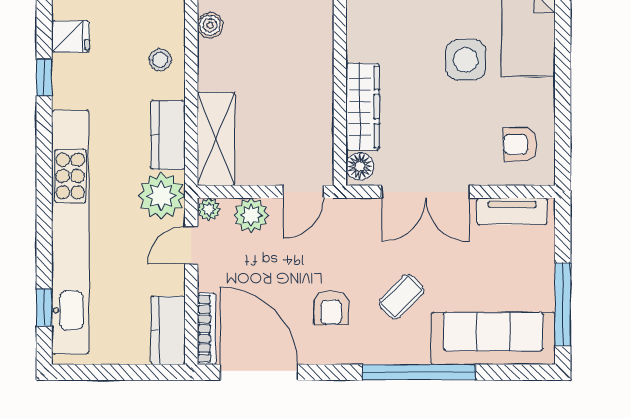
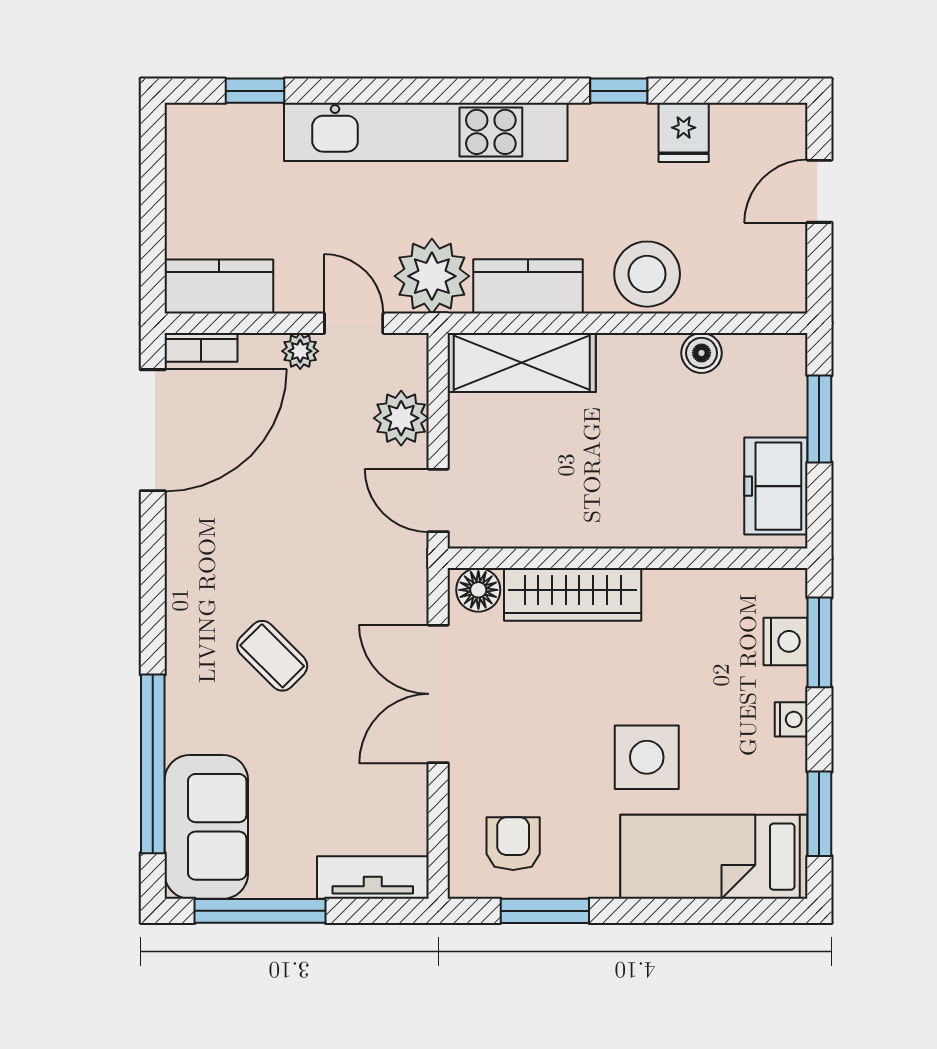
stool: (160, 60) -> (647, 274), width x1.89, depth x1.89
window: (563, 124) -> (545, 911), added
plant: (209, 209) -> (300, 351), moved
tv unit: (512, 211) -> (373, 878), moved, turned 90
kitchen unit: (70, 232) -> (426, 132), width x0.73
armchair: (331, 307) -> (255, 544), removed
bookcase: (206, 329) -> (201, 347), width x0.64
sofa: (493, 338) -> (206, 827), width x0.73
window: (419, 372) -> (153, 764), moved

